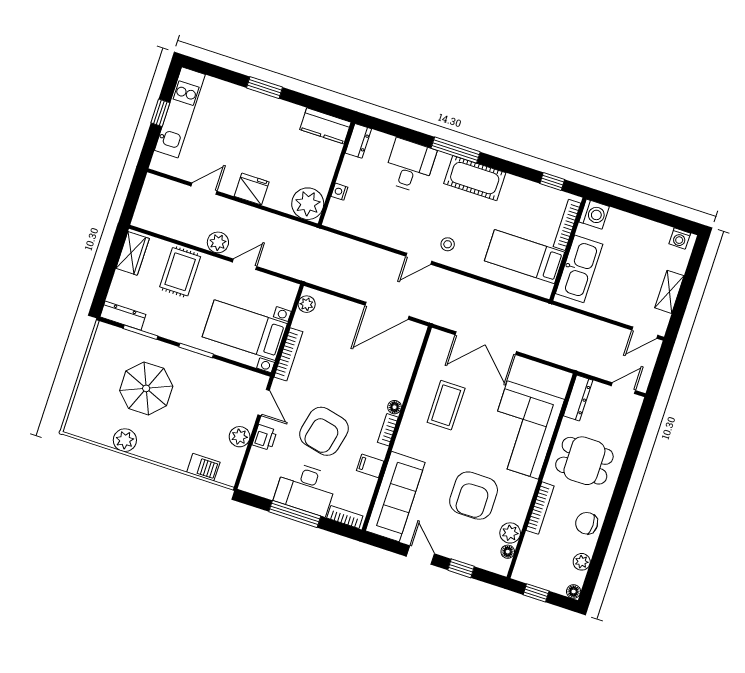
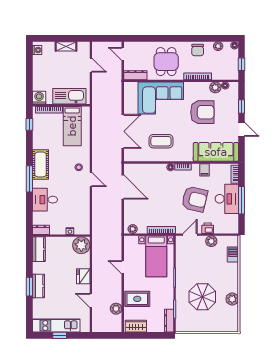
kitchen counter: (260, 104) -> (38, 286), added
plant: (218, 242) -> (116, 309), moved
door: (645, 333) -> (91, 65), moved
door: (420, 555) -> (241, 129), swing flipped

